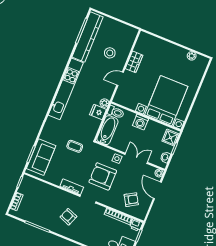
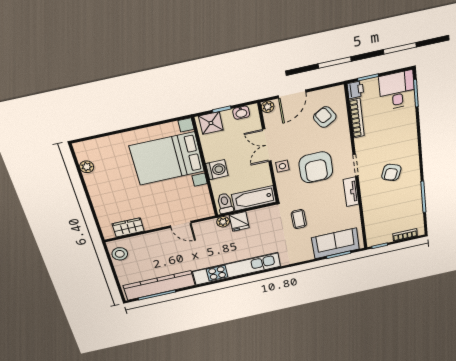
stool: (110, 53) -> (120, 254), moved
wardrobe: (134, 62) -> (128, 227), moved

